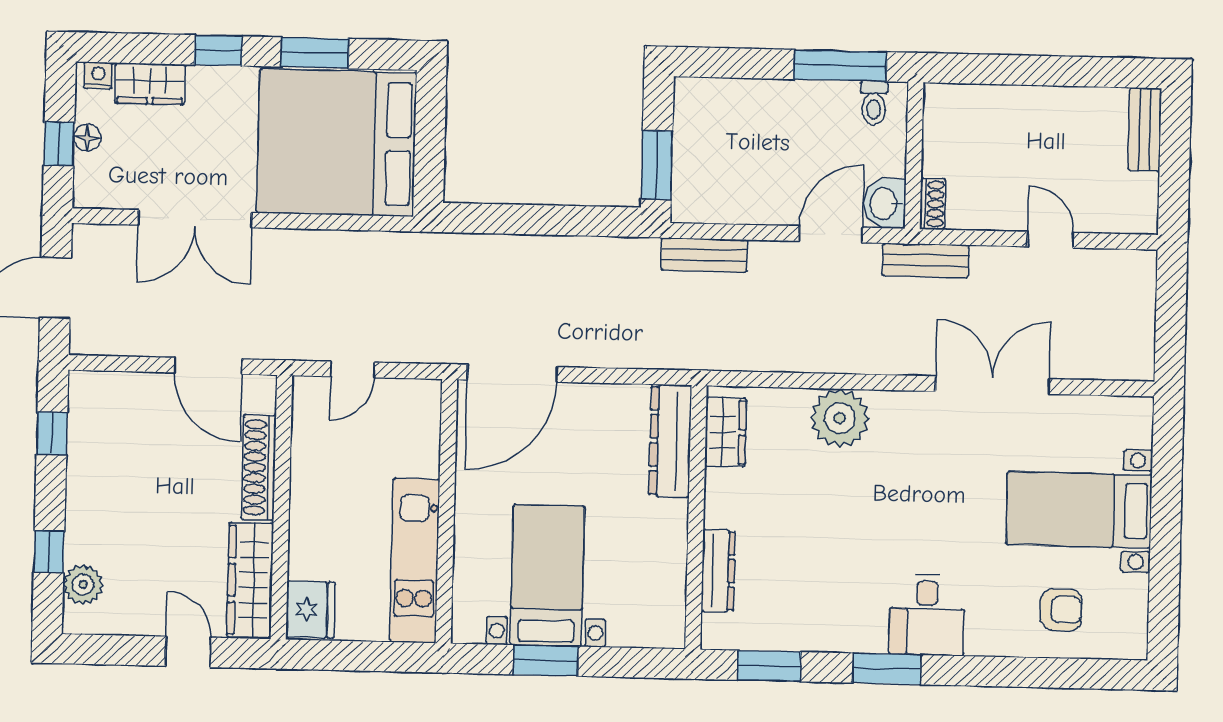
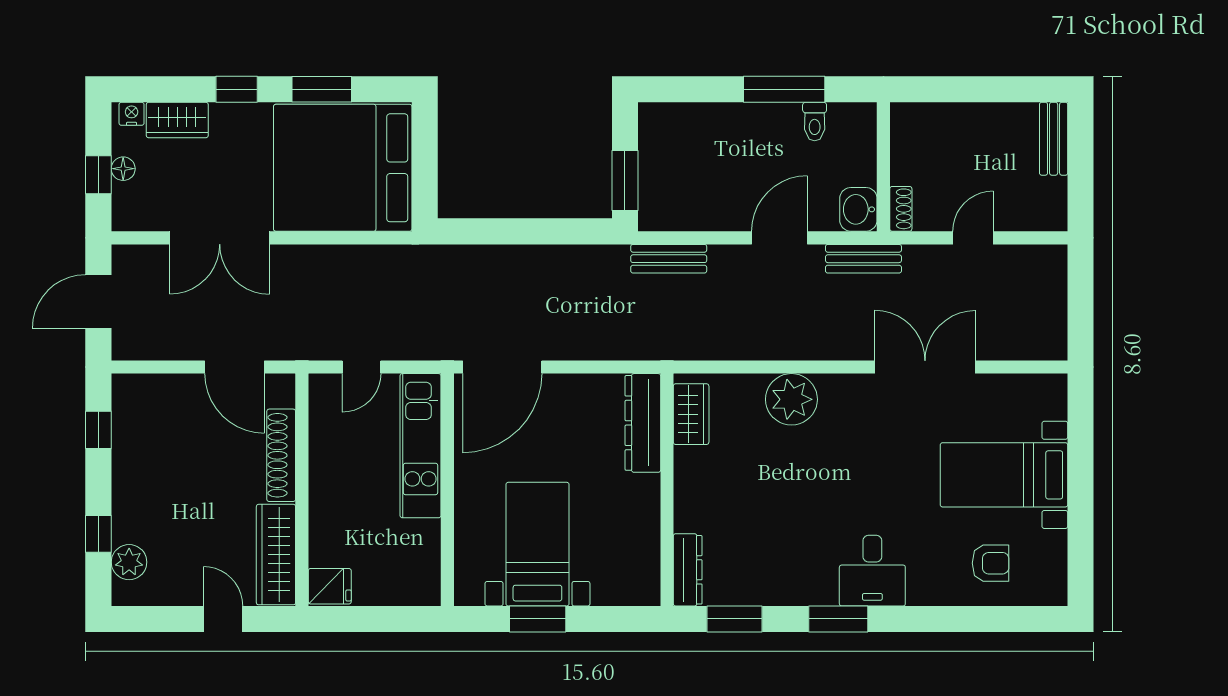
wall: (914, 156) -> (883, 167), moved
washbasin: (884, 203) -> (858, 209), moved
shoe rack: (933, 204) -> (901, 209), moved
door: (1050, 240) -> (973, 238), hinge flipped
kitchen unit: (415, 561) -> (420, 446), moved
dresser: (718, 571) -> (688, 570), moved
fridge: (310, 610) -> (330, 586), width x0.72

